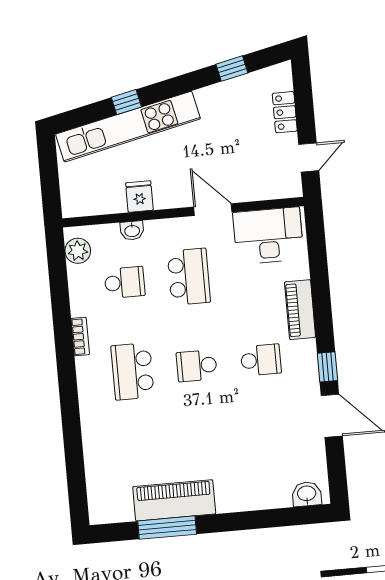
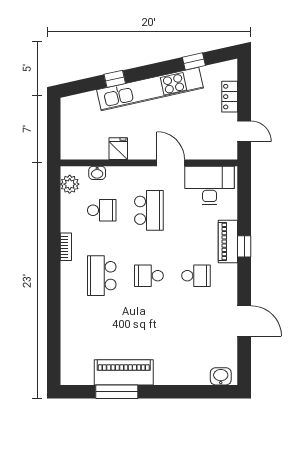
kitchen unit: (128, 127) -> (150, 89), moved
door: (309, 157) -> (244, 131), hinge flipped
washbasin: (132, 231) -> (97, 173), moved
window: (327, 367) -> (244, 246), moved

